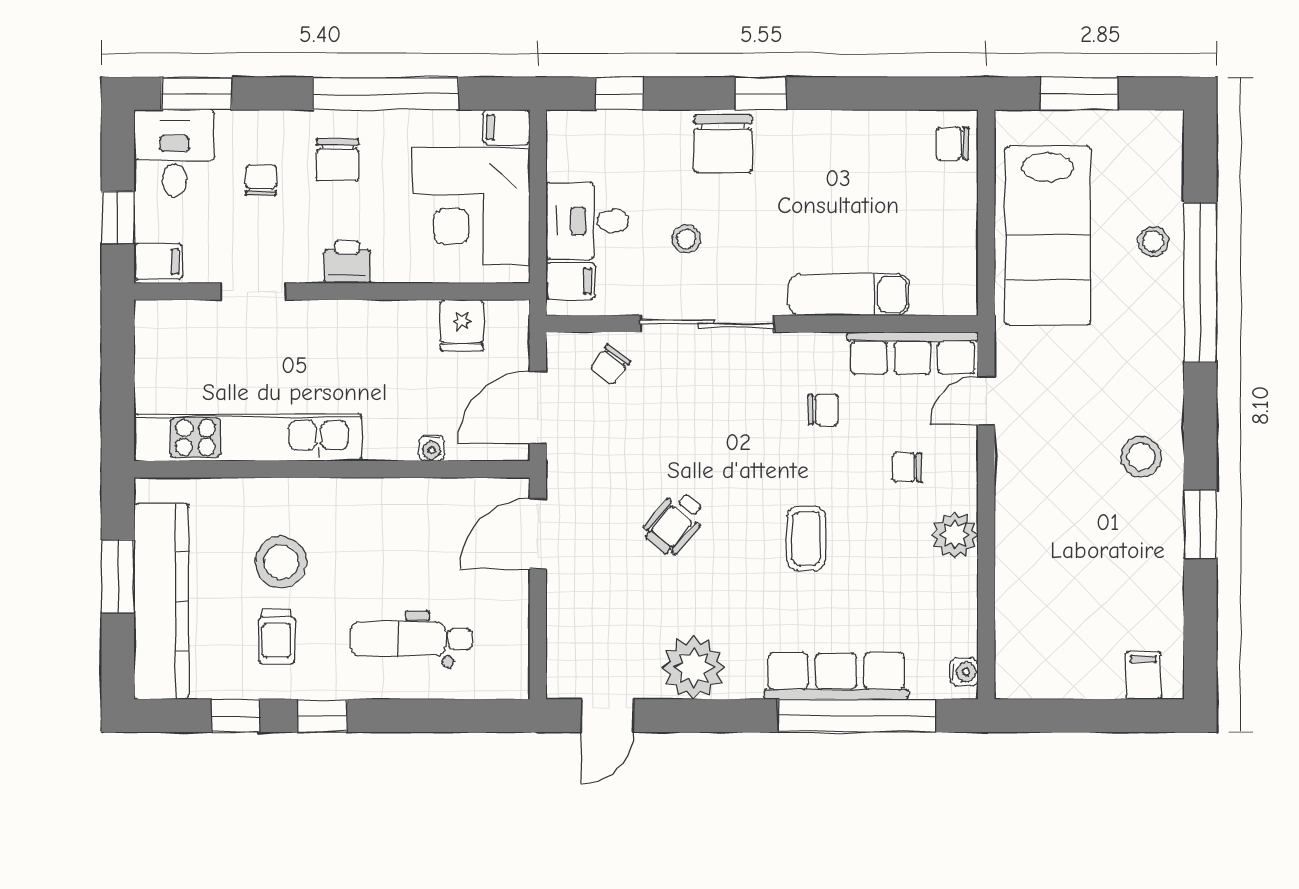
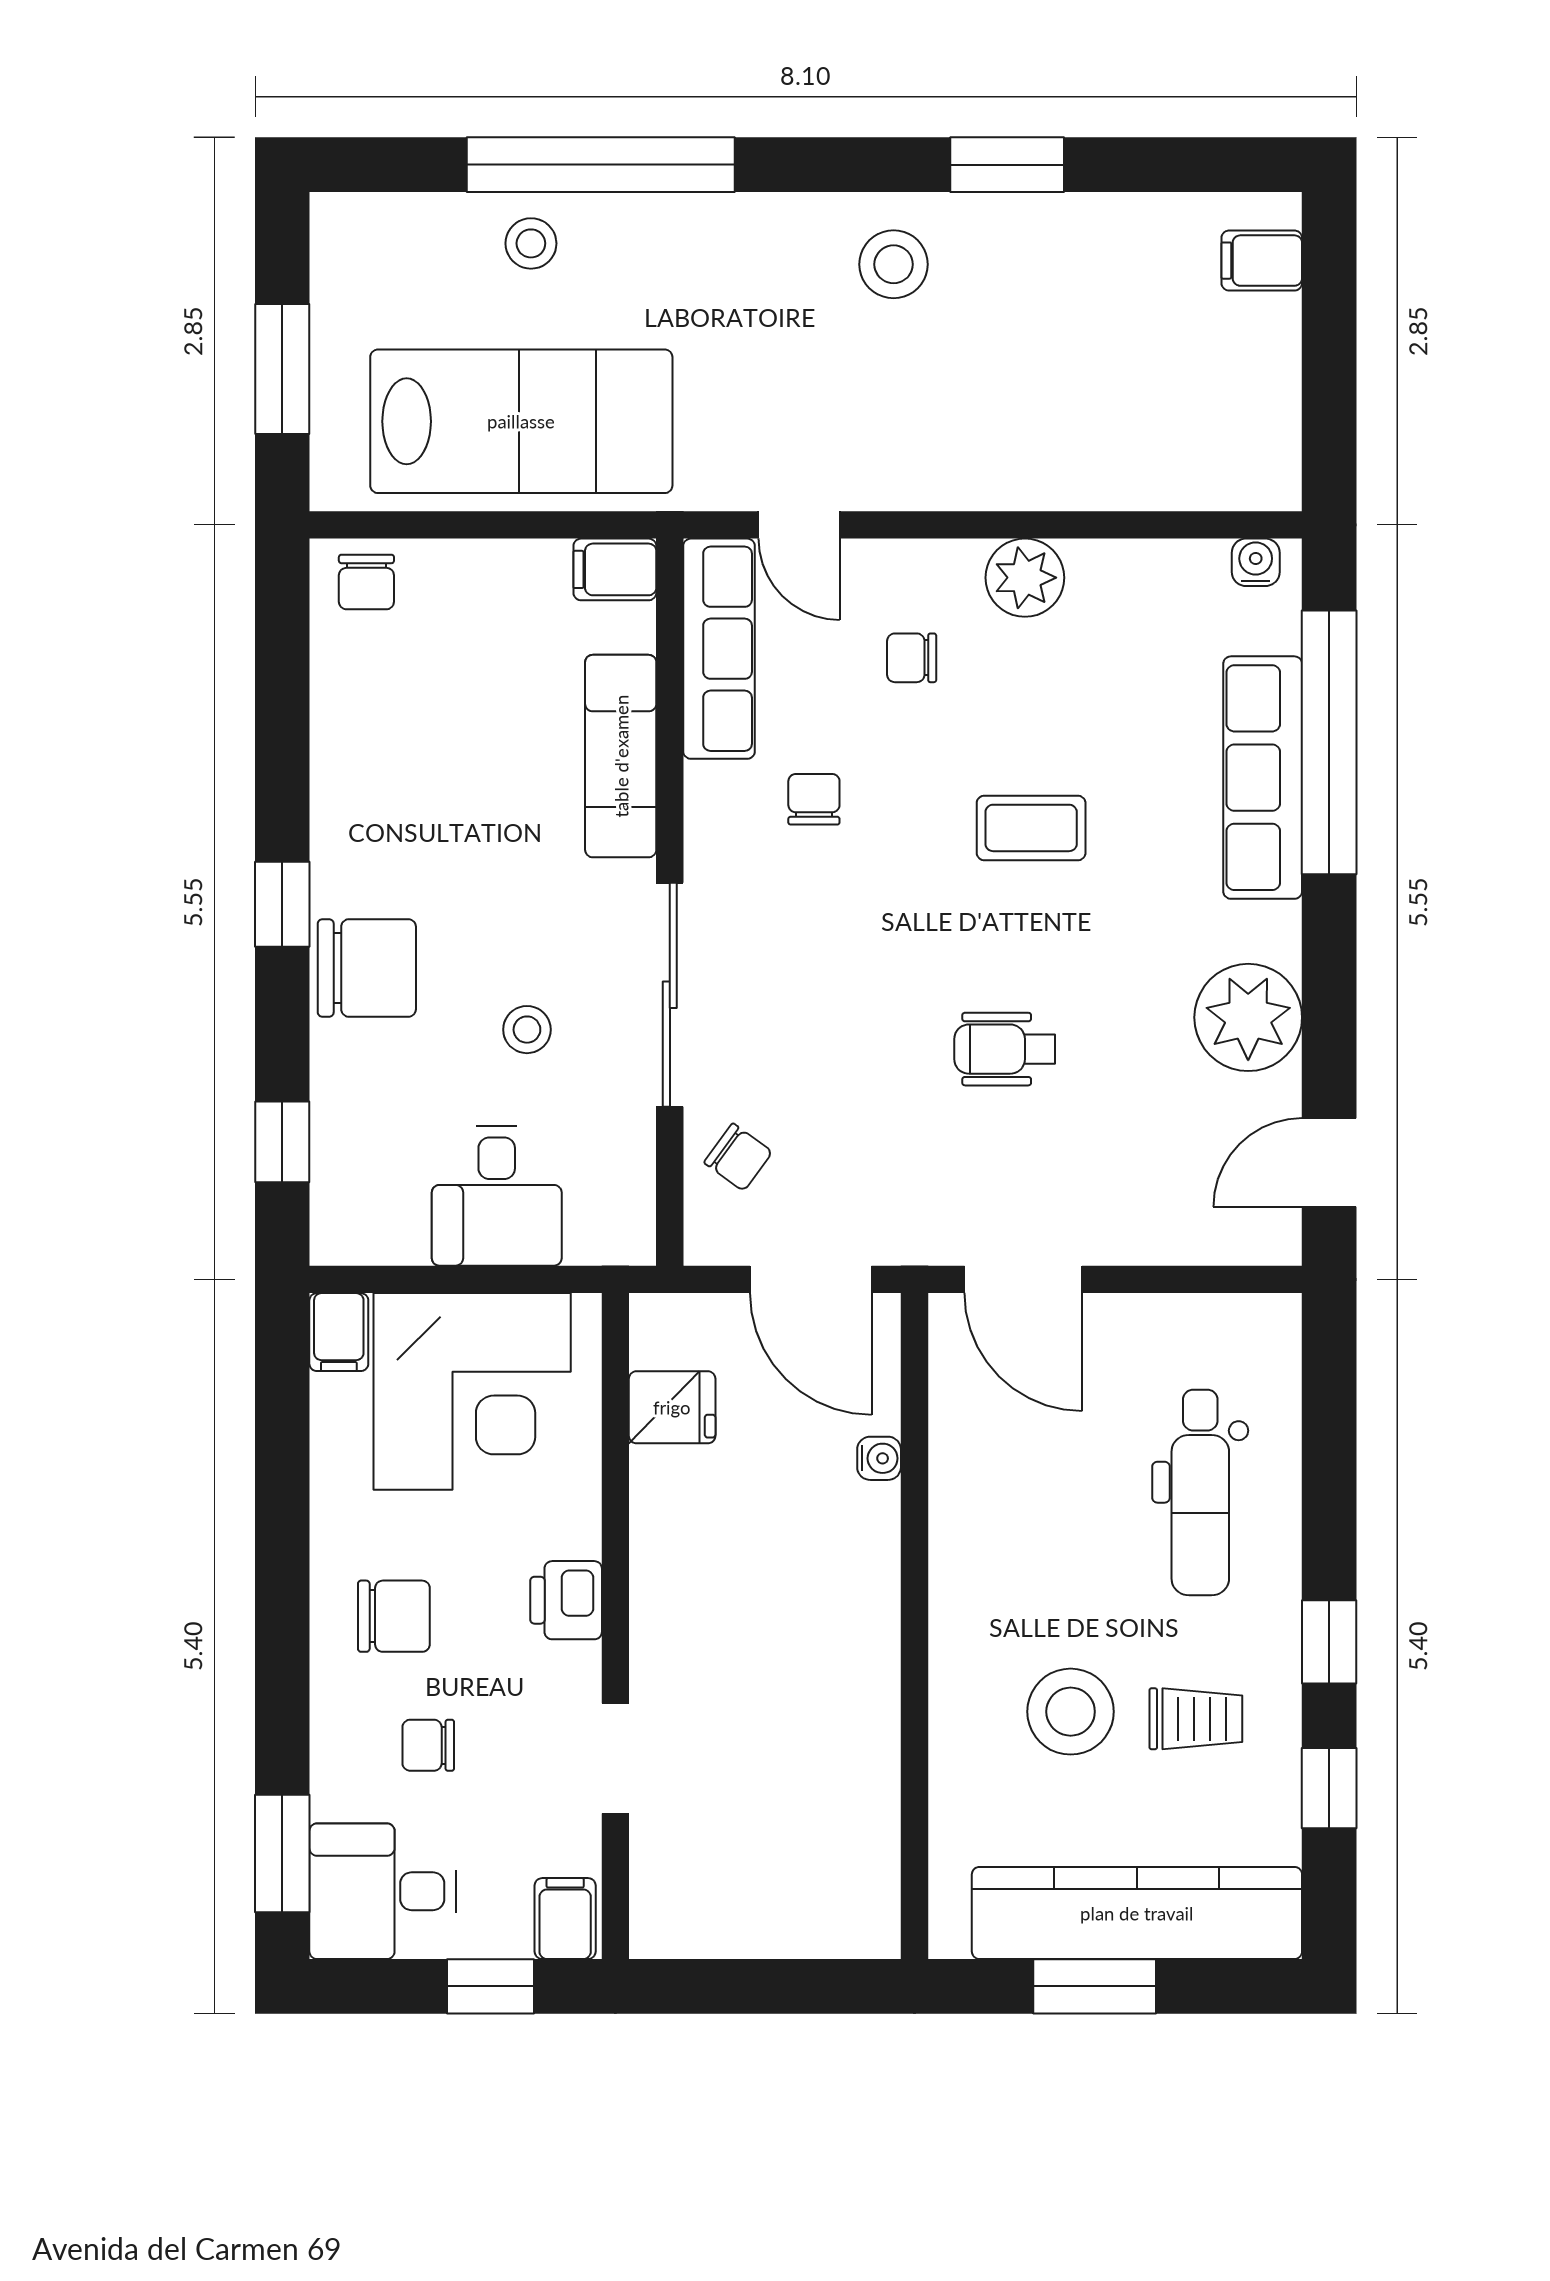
window: (386, 94) -> (282, 1536), removed
filing cabinet: (570, 281) -> (615, 569), moved, turned -90
kitchen unit: (248, 438) -> (861, 1768), removed
chair: (907, 468) -> (912, 658), turned 90
wheelchair: (675, 523) -> (1005, 1049), turned 140
door: (607, 716) -> (1329, 1162), swing flipped

